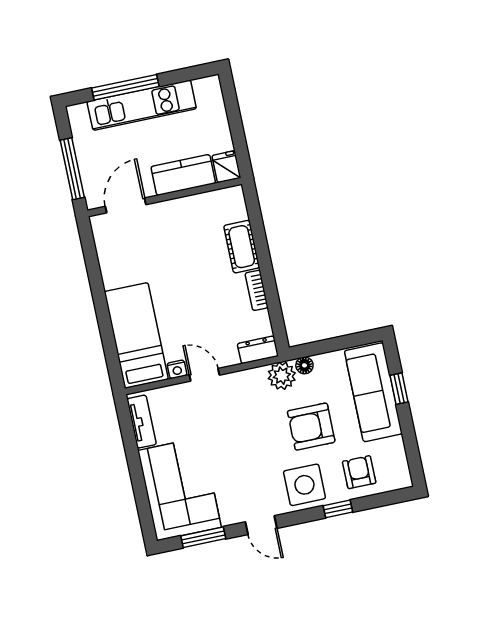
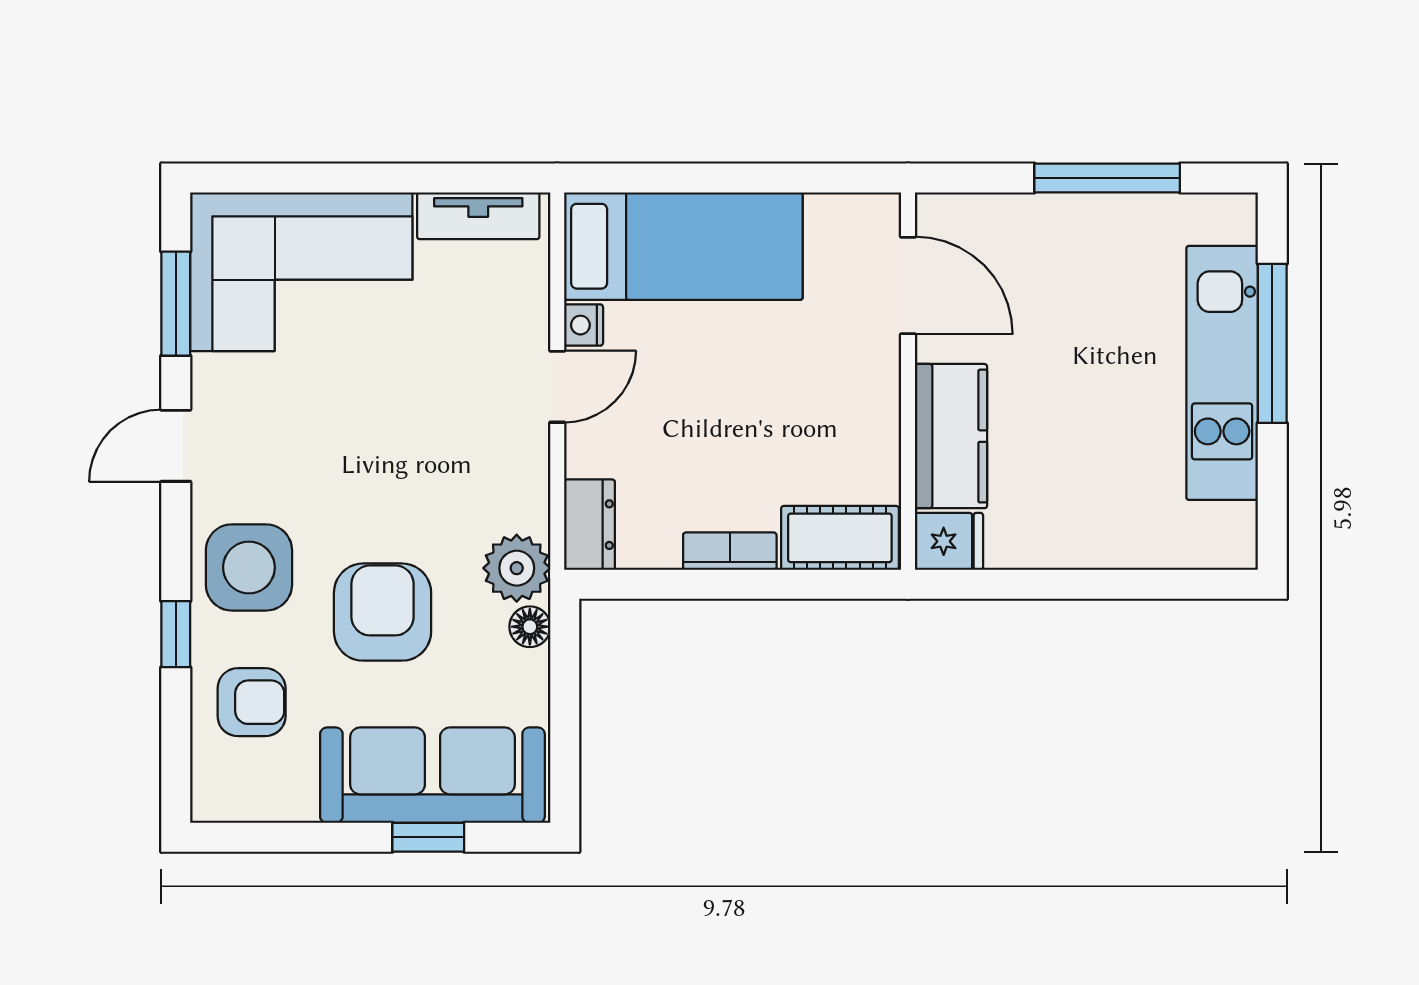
fridge: (226, 167) -> (949, 541), moved
kitchen counter: (183, 175) -> (951, 436), moved
wall: (165, 197) -> (908, 381), moved
door: (126, 205) -> (908, 285), moved

